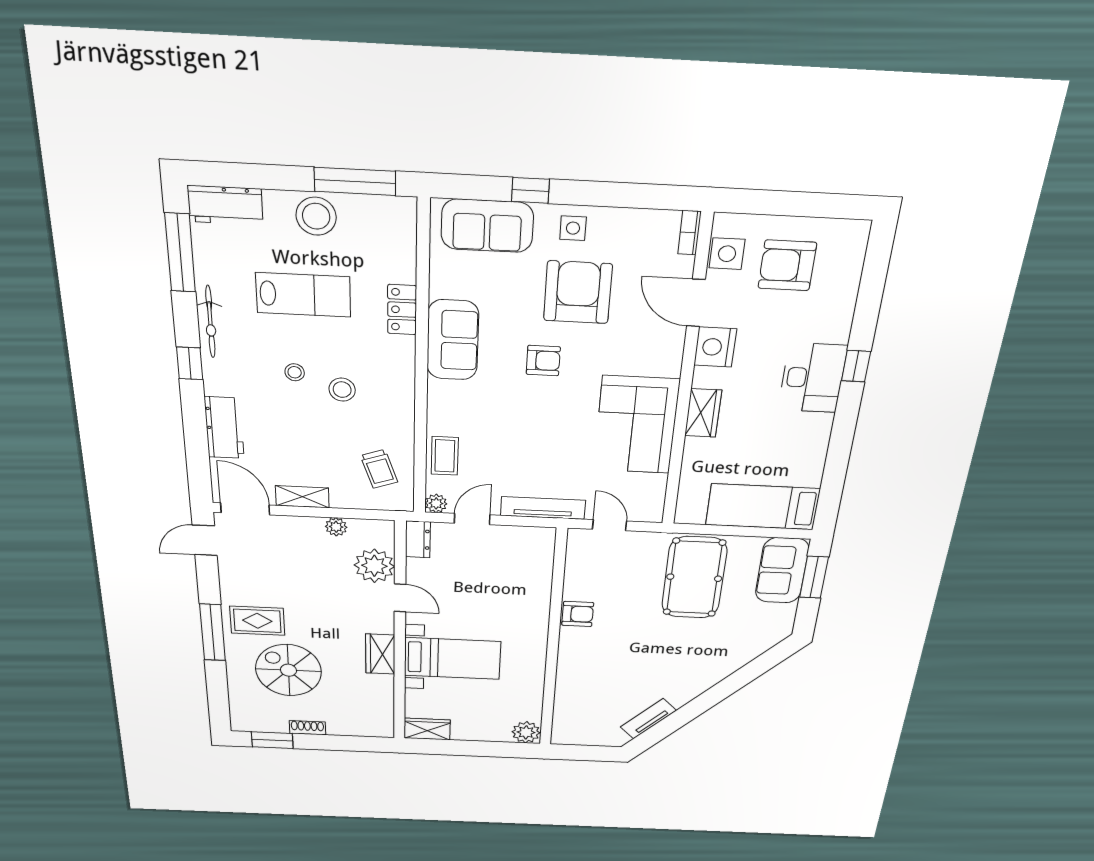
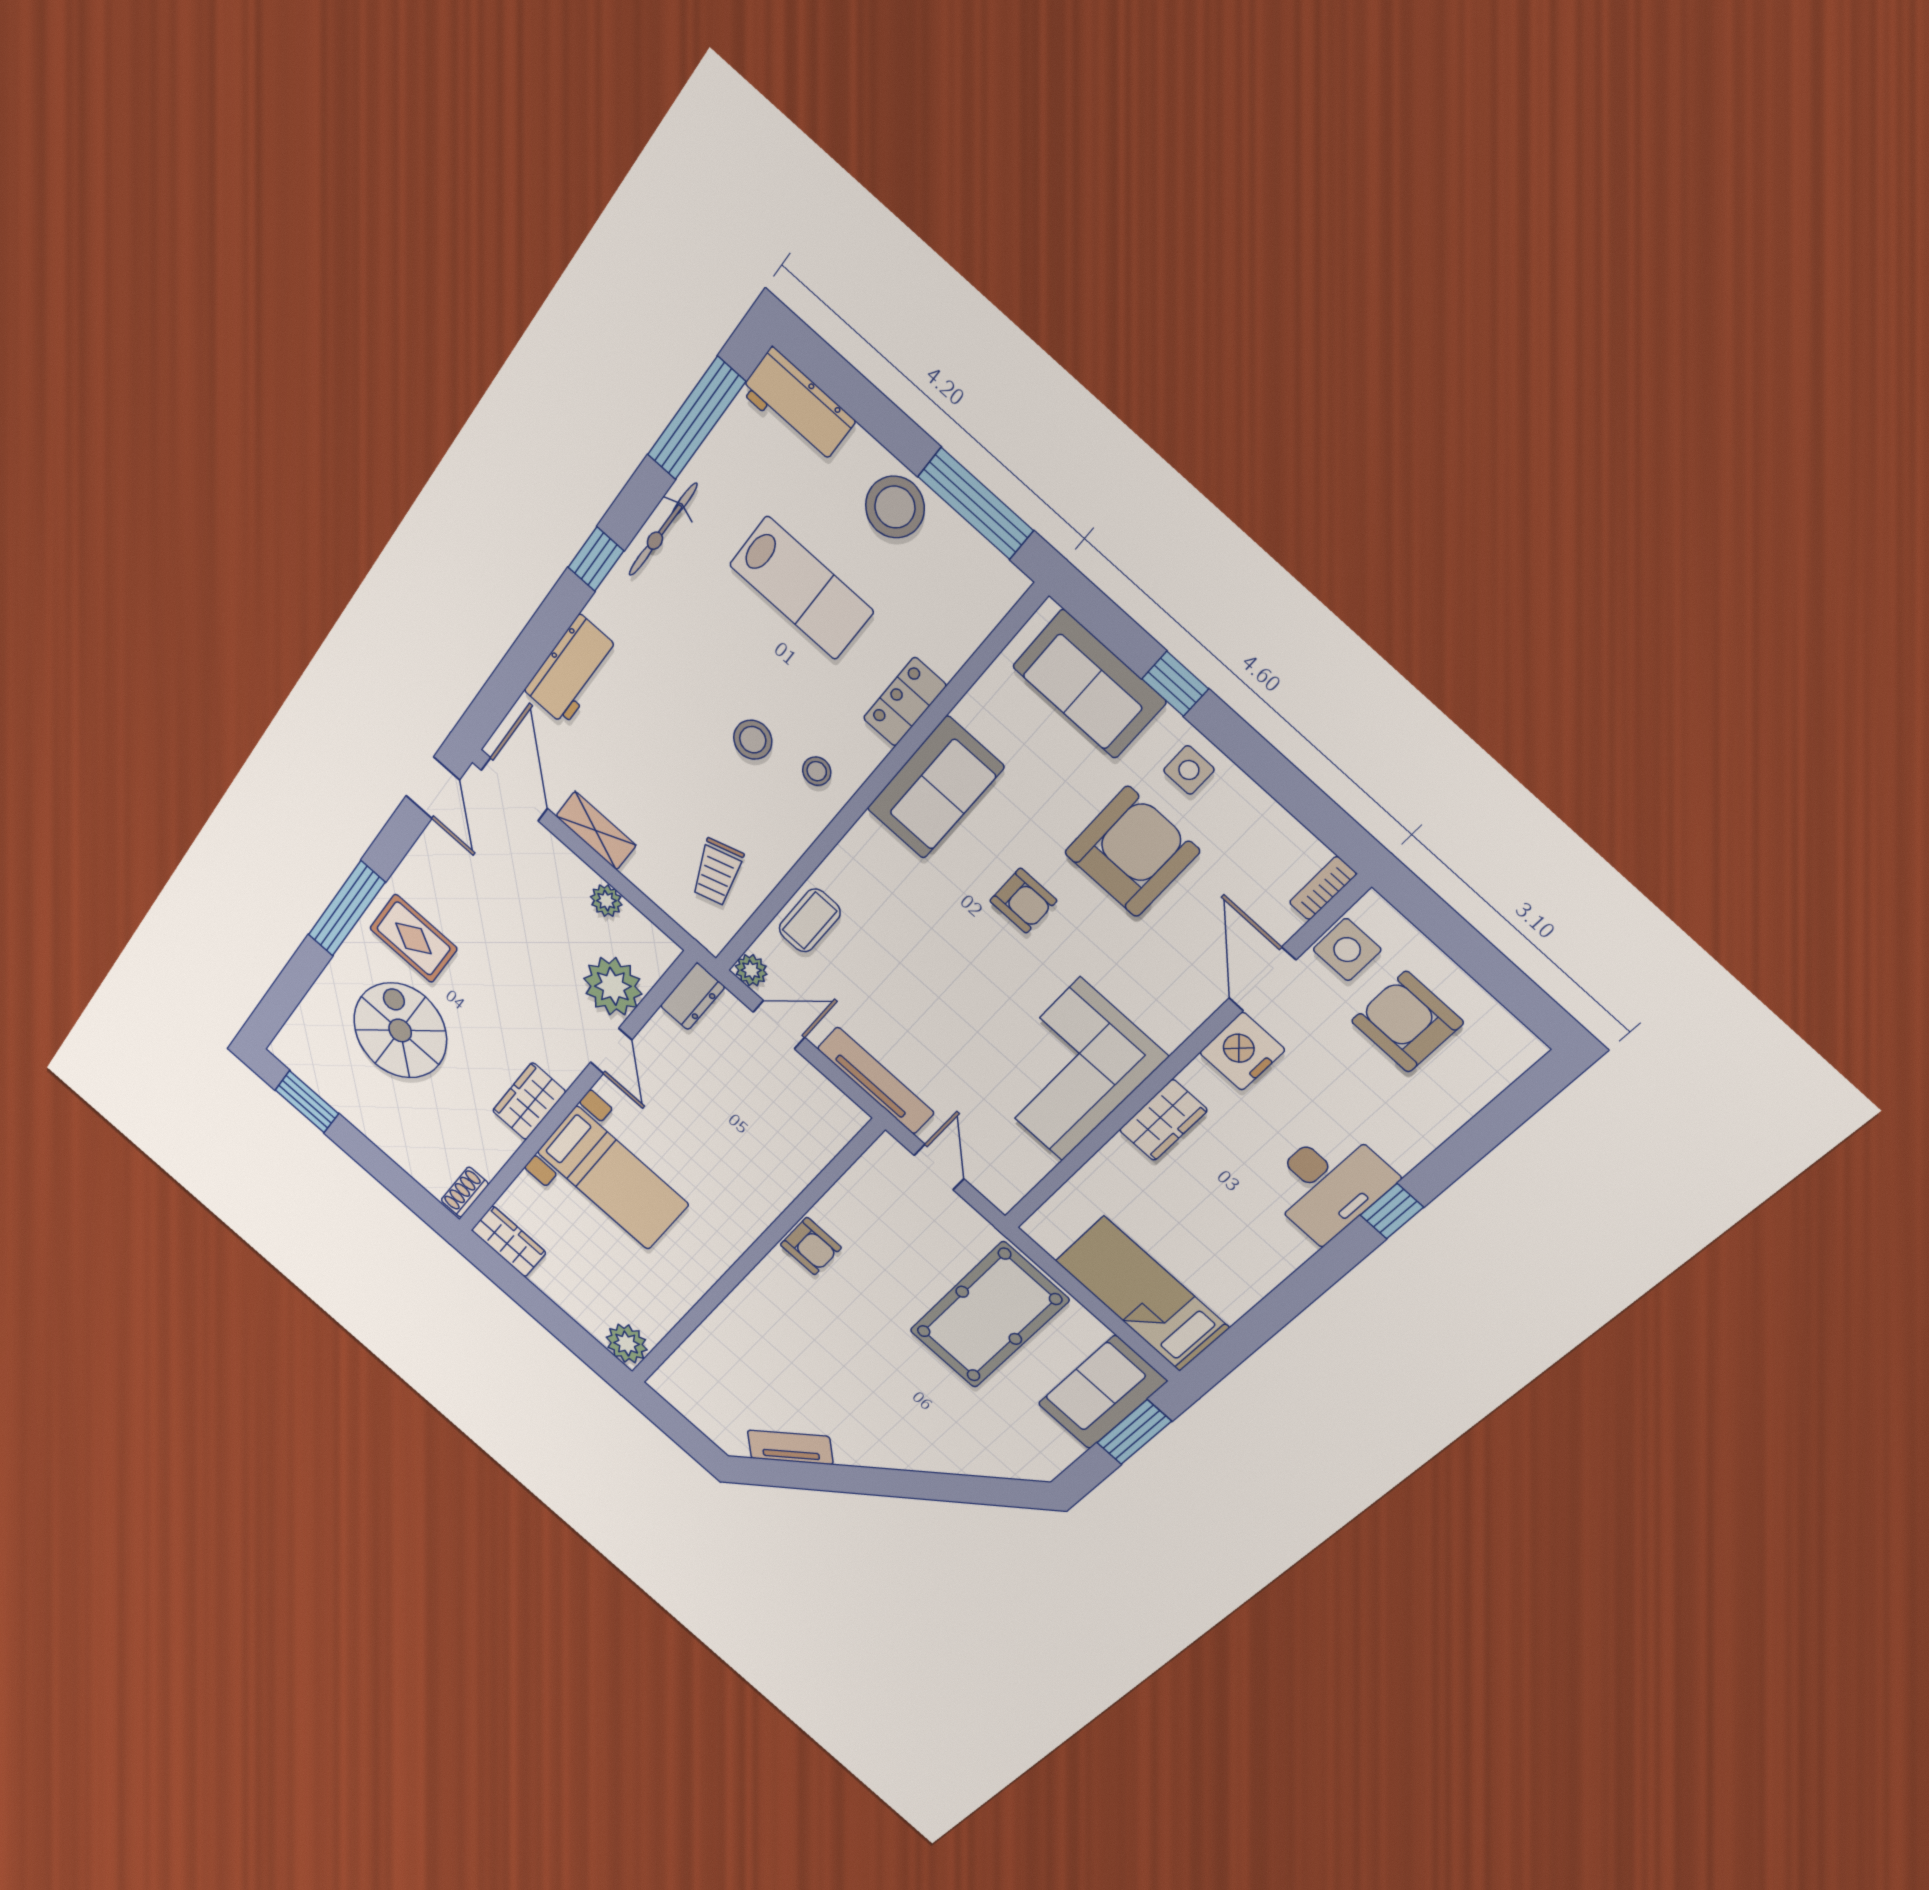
stool: (295, 372) -> (817, 771), moved
door: (205, 540) -> (433, 788), swing flipped
shoe rack: (307, 728) -> (465, 1192), moved, turned -90

